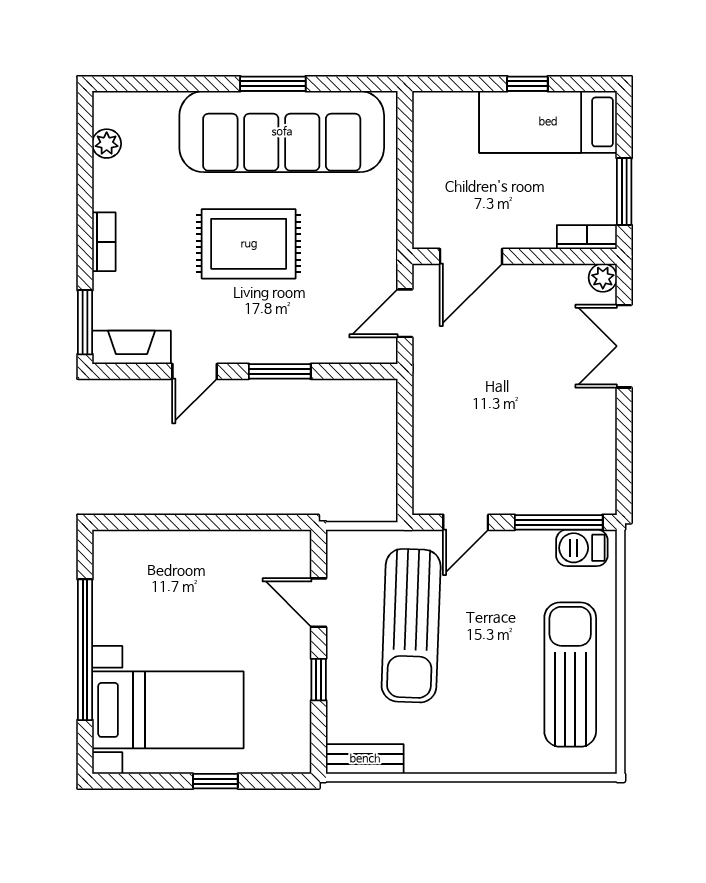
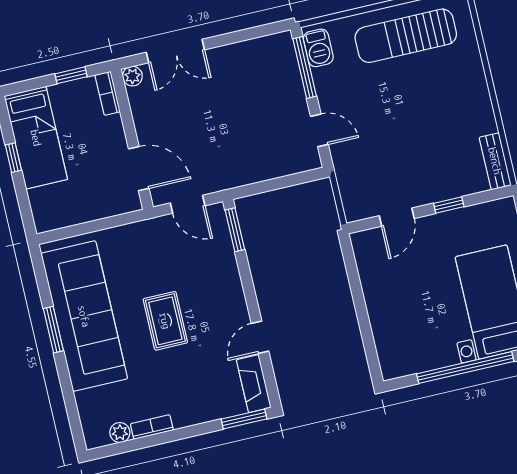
window: (624, 192) -> (71, 75), width x0.67
bookcase: (104, 242) -> (152, 427), moved
rug: (249, 244) -> (165, 321), width x0.73, depth x0.70
door: (195, 371) -> (260, 337), swing flipped
window: (280, 371) -> (235, 230), moved
sun lounger: (411, 626) -> (398, 151), removed

